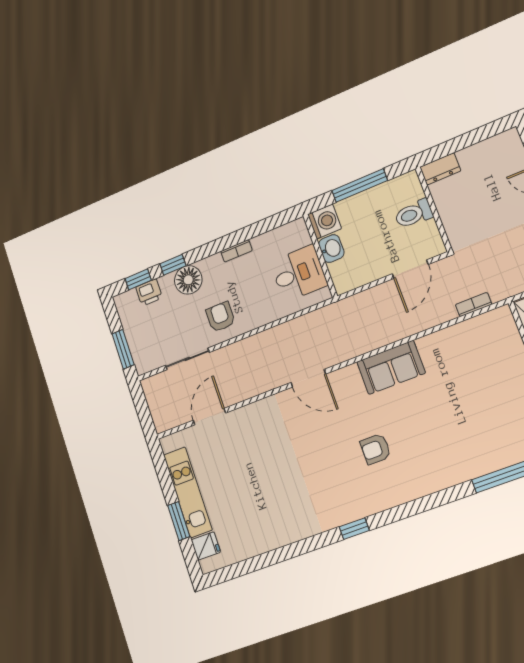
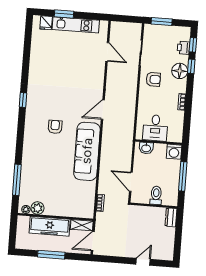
washbasin: (331, 249) -> (146, 148), moved
sofa: (391, 367) -> (87, 151), width x1.85, depth x1.27

